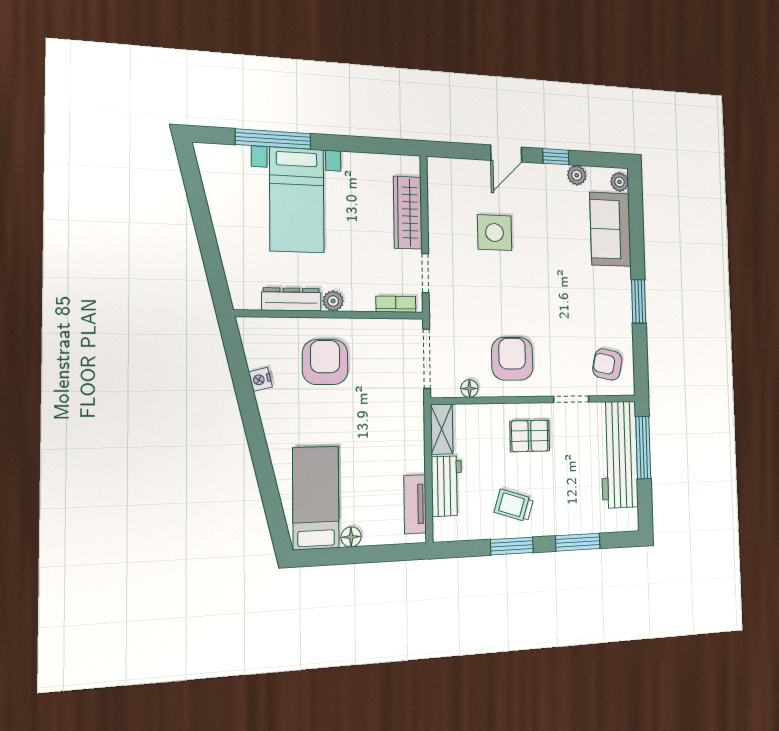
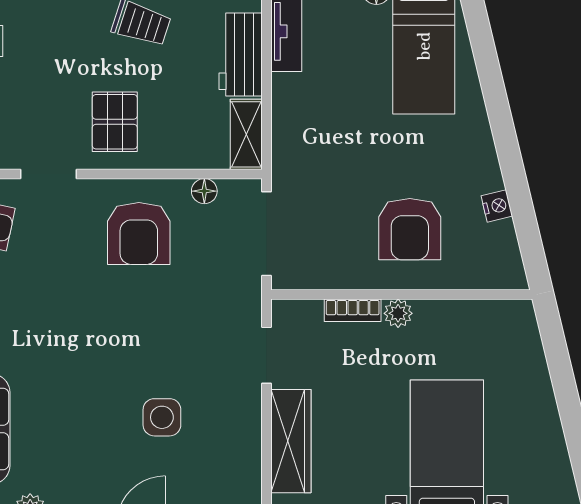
side table: (494, 233) -> (162, 417), width x0.73, depth x0.73
dresser: (291, 299) -> (455, 315), removed
bookcase: (396, 304) -> (353, 310), moved
pallet: (530, 436) -> (115, 122), turned 90

